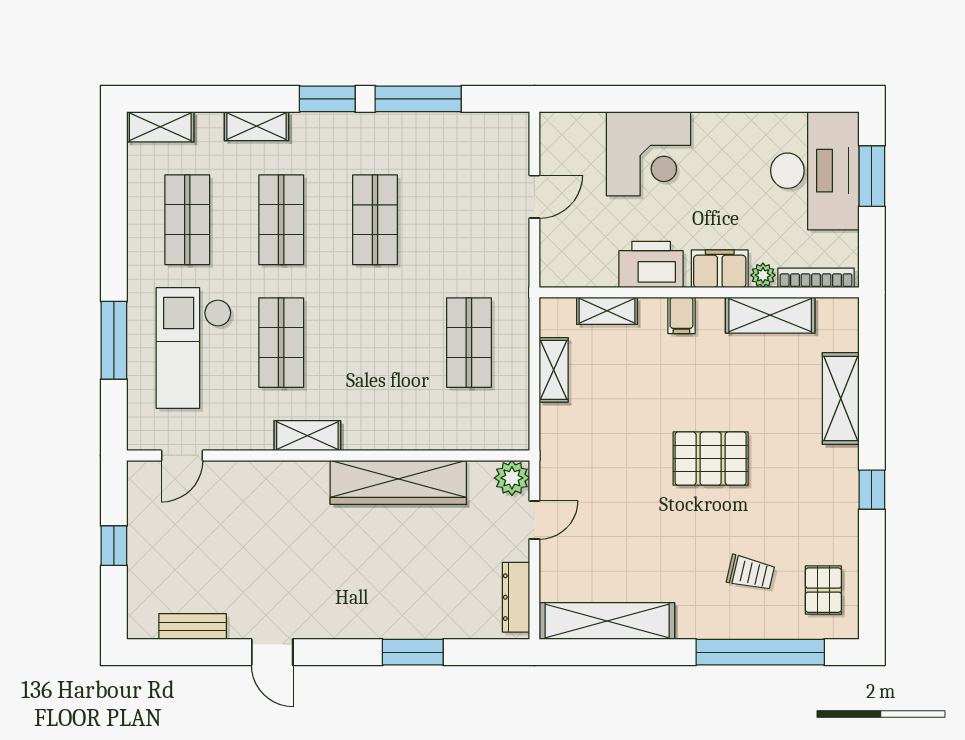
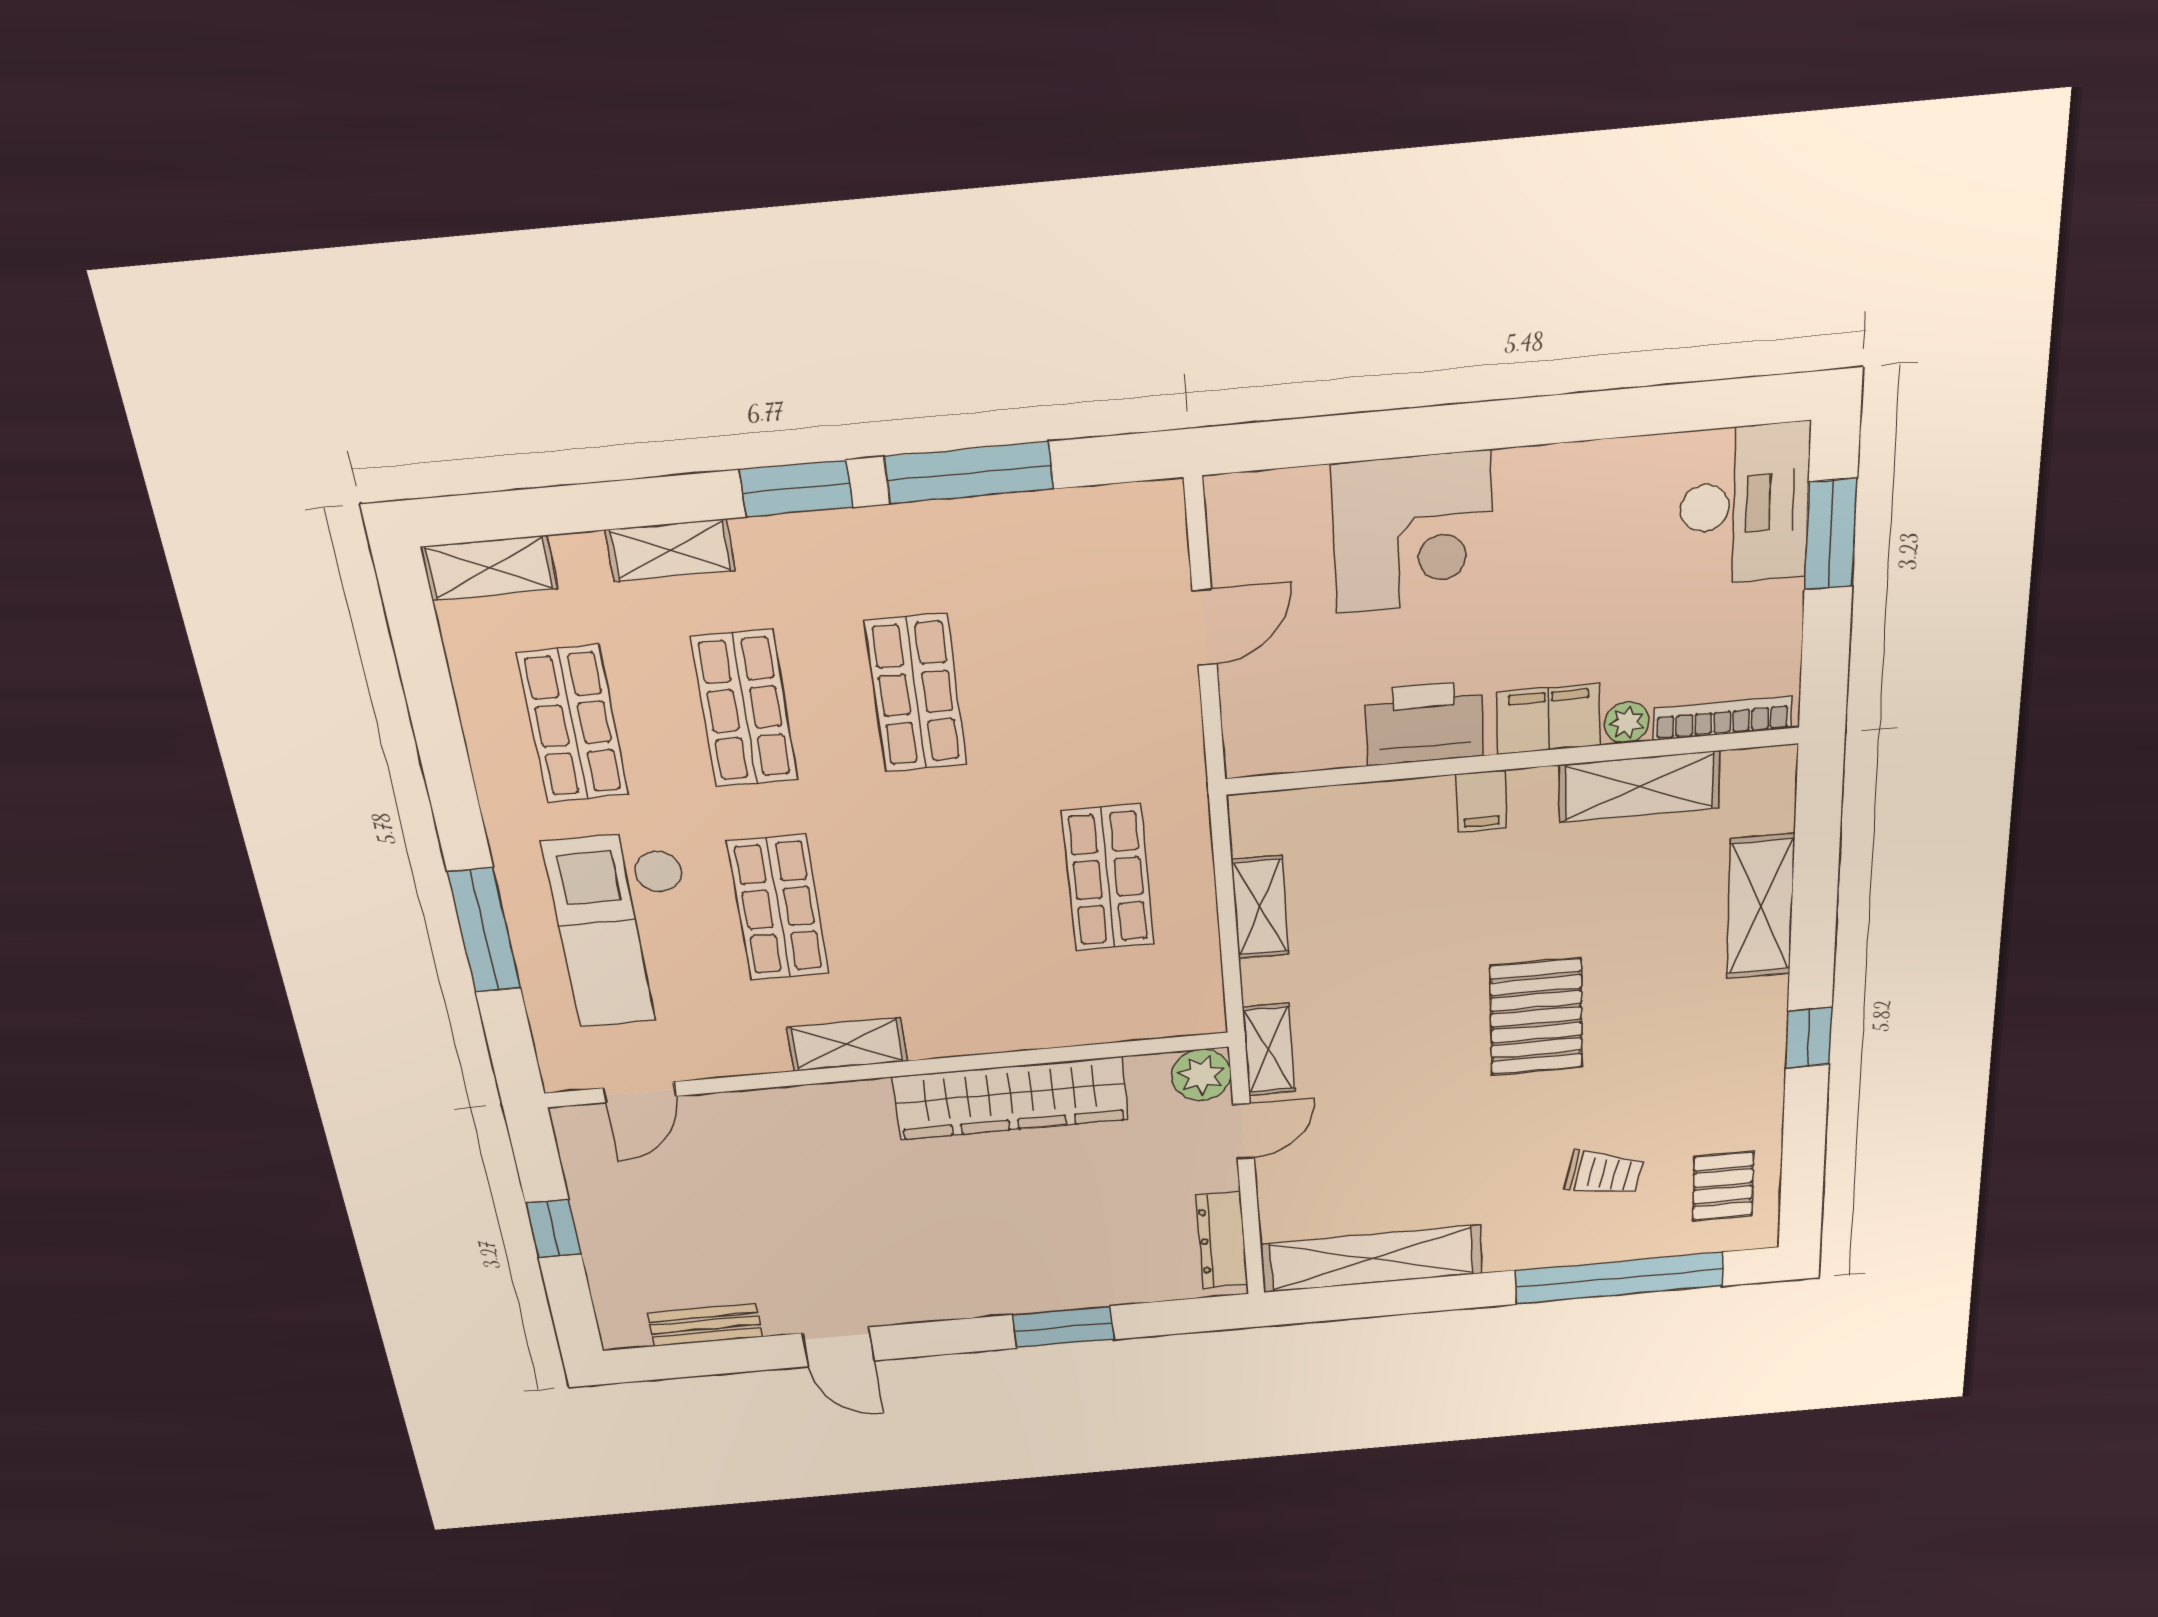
desk: (815, 171) -> (1744, 505), width x0.73, depth x0.77
shelving: (607, 311) -> (1269, 1050), moved, turned 90
pallet: (711, 459) -> (1536, 1017), turned 90

